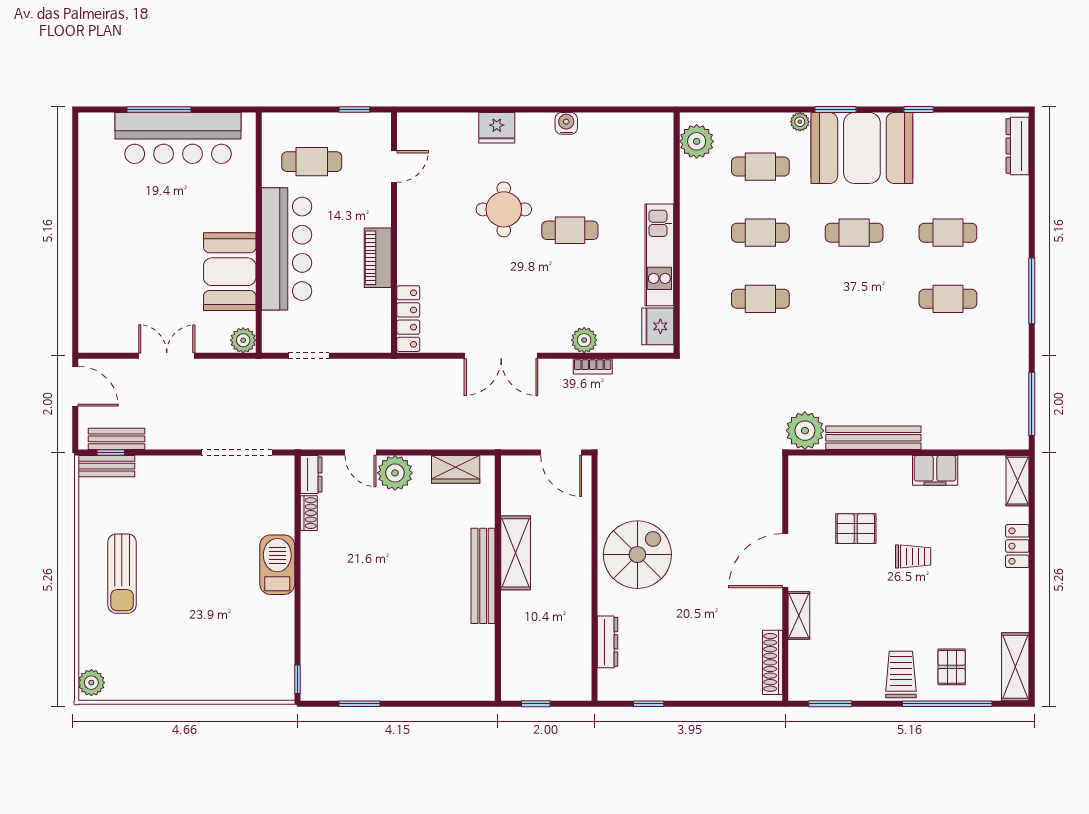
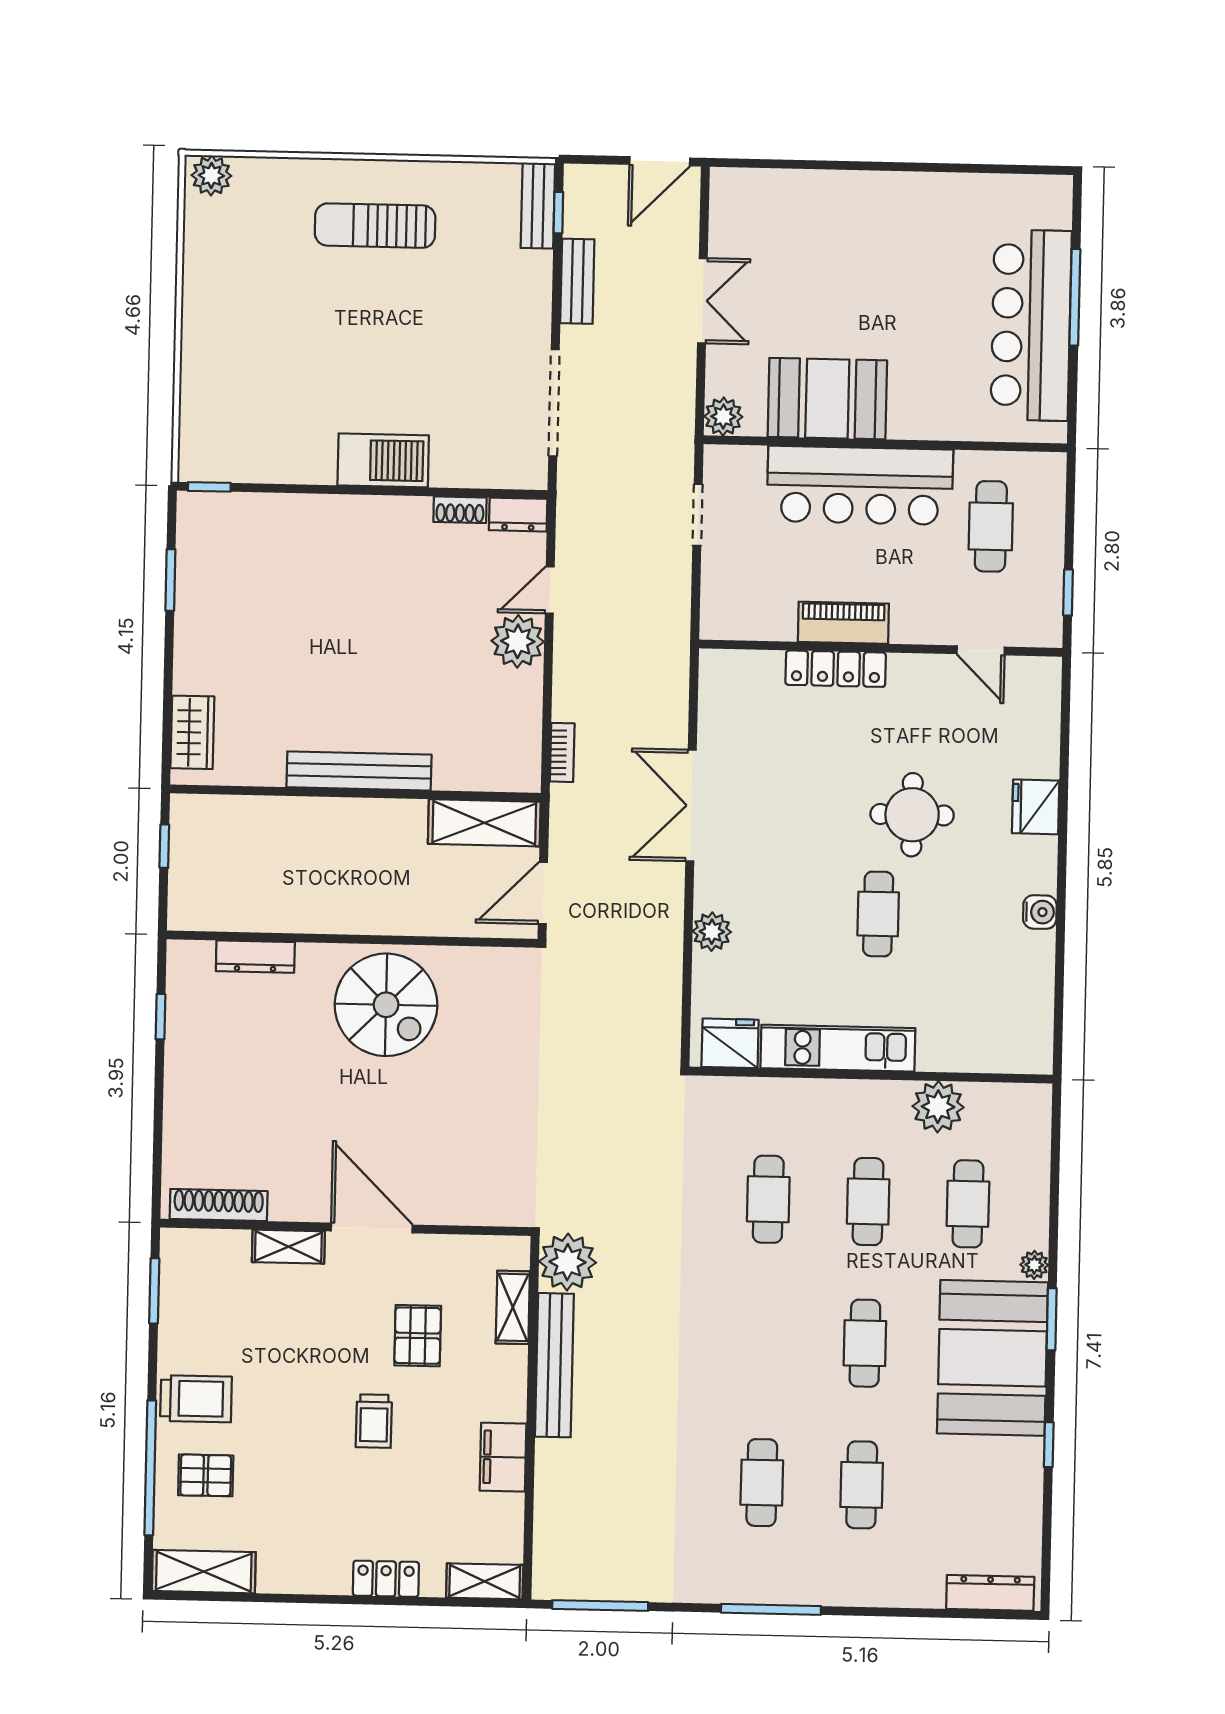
plant: (697, 141) -> (938, 1107), moved
locker: (408, 319) -> (836, 669), moved
bookcase: (593, 366) -> (562, 752), moved, turned 180
bench: (116, 439) -> (577, 281), moved
shelving: (836, 466) -> (513, 1307), added
wardrobe: (456, 469) -> (192, 732), moved, turned 180
shelving: (516, 553) -> (484, 823), moved

